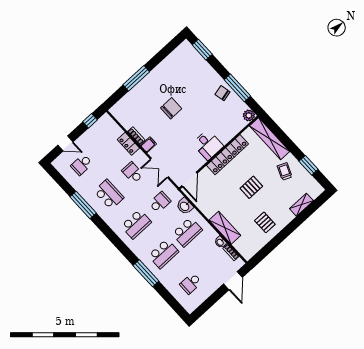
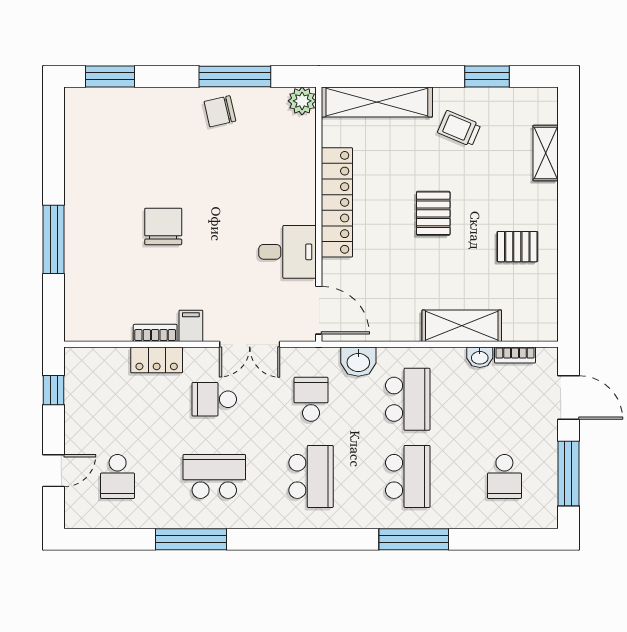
desk: (208, 145) -> (288, 252), moved
window: (210, 302) -> (568, 473), added

